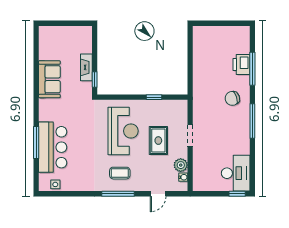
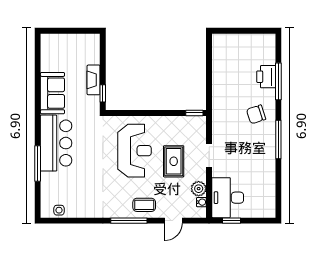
window: (154, 97) -> (194, 113), moved
bar counter: (53, 147) -> (56, 143), moved
coffee table: (120, 173) -> (144, 205), moved
desk: (236, 173) -> (228, 198), moved, turned 180
window: (237, 194) -> (231, 221), moved

